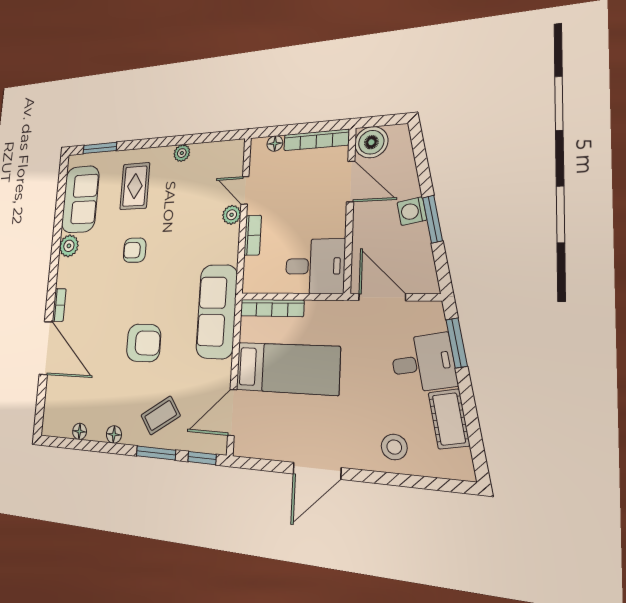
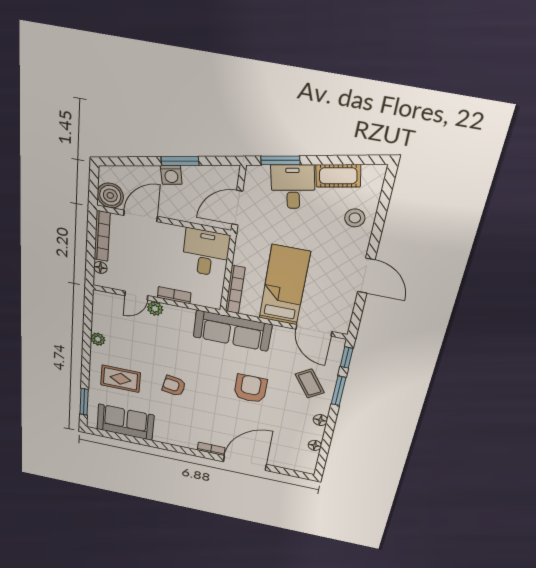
plant: (69, 246) -> (163, 436), removed
armchair: (135, 250) -> (174, 386), turned 100

